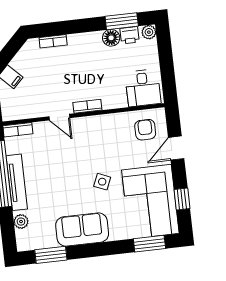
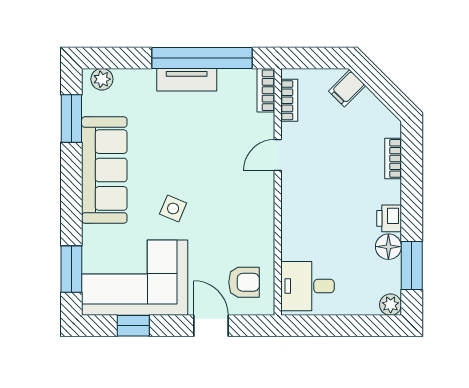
printer: (130, 35) -> (389, 218), moved
bookcase: (87, 106) -> (289, 100), moved
tv unit: (17, 182) -> (187, 80), width x0.71
plant: (21, 222) -> (102, 79), moved
sofa: (82, 230) -> (104, 170), width x1.36

